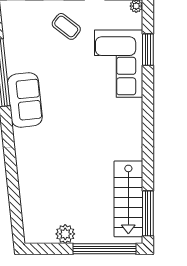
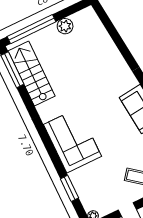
corner sofa: (119, 64) -> (72, 140), moved

